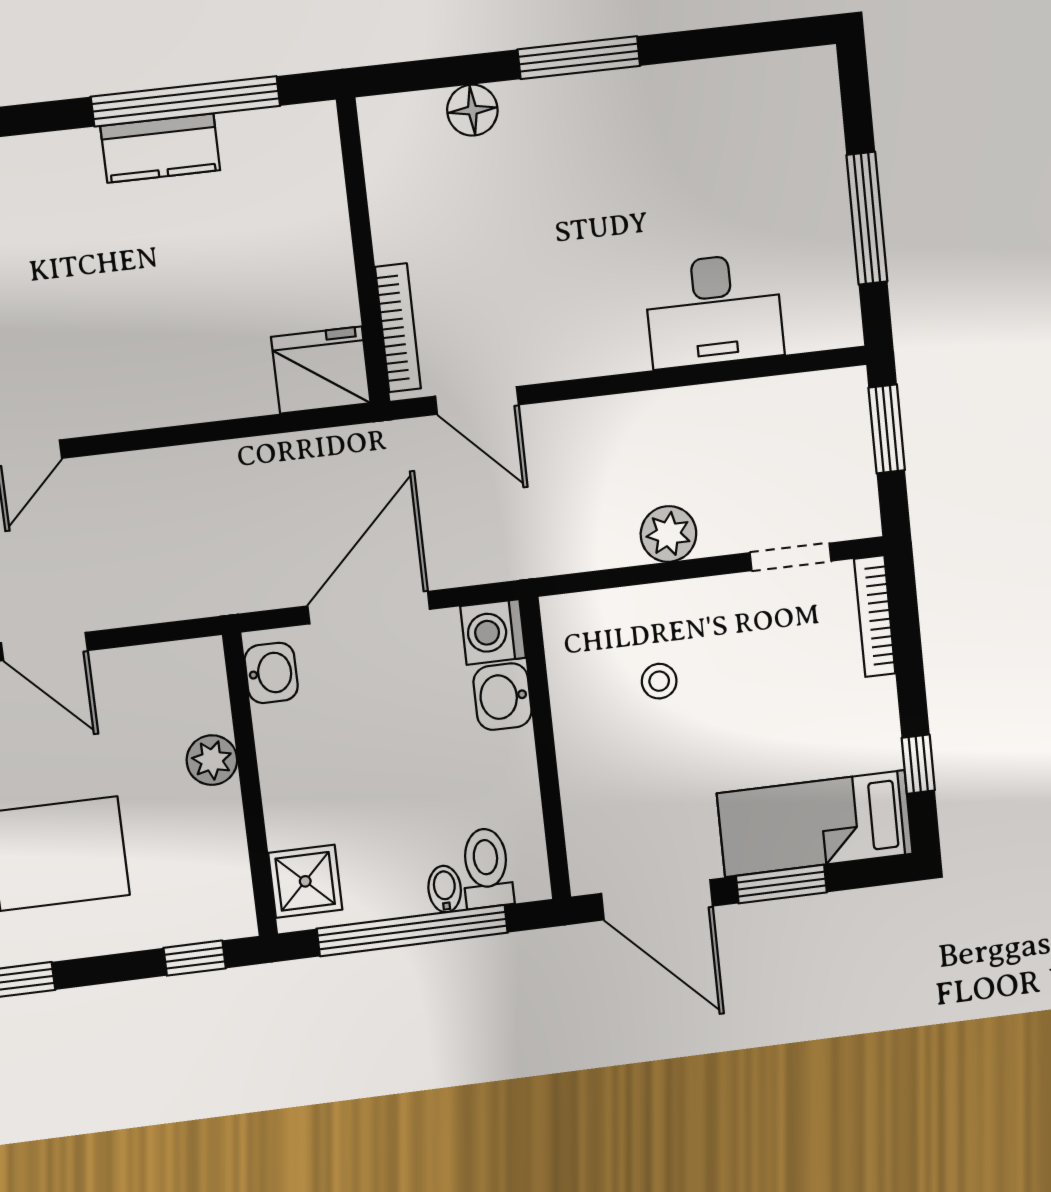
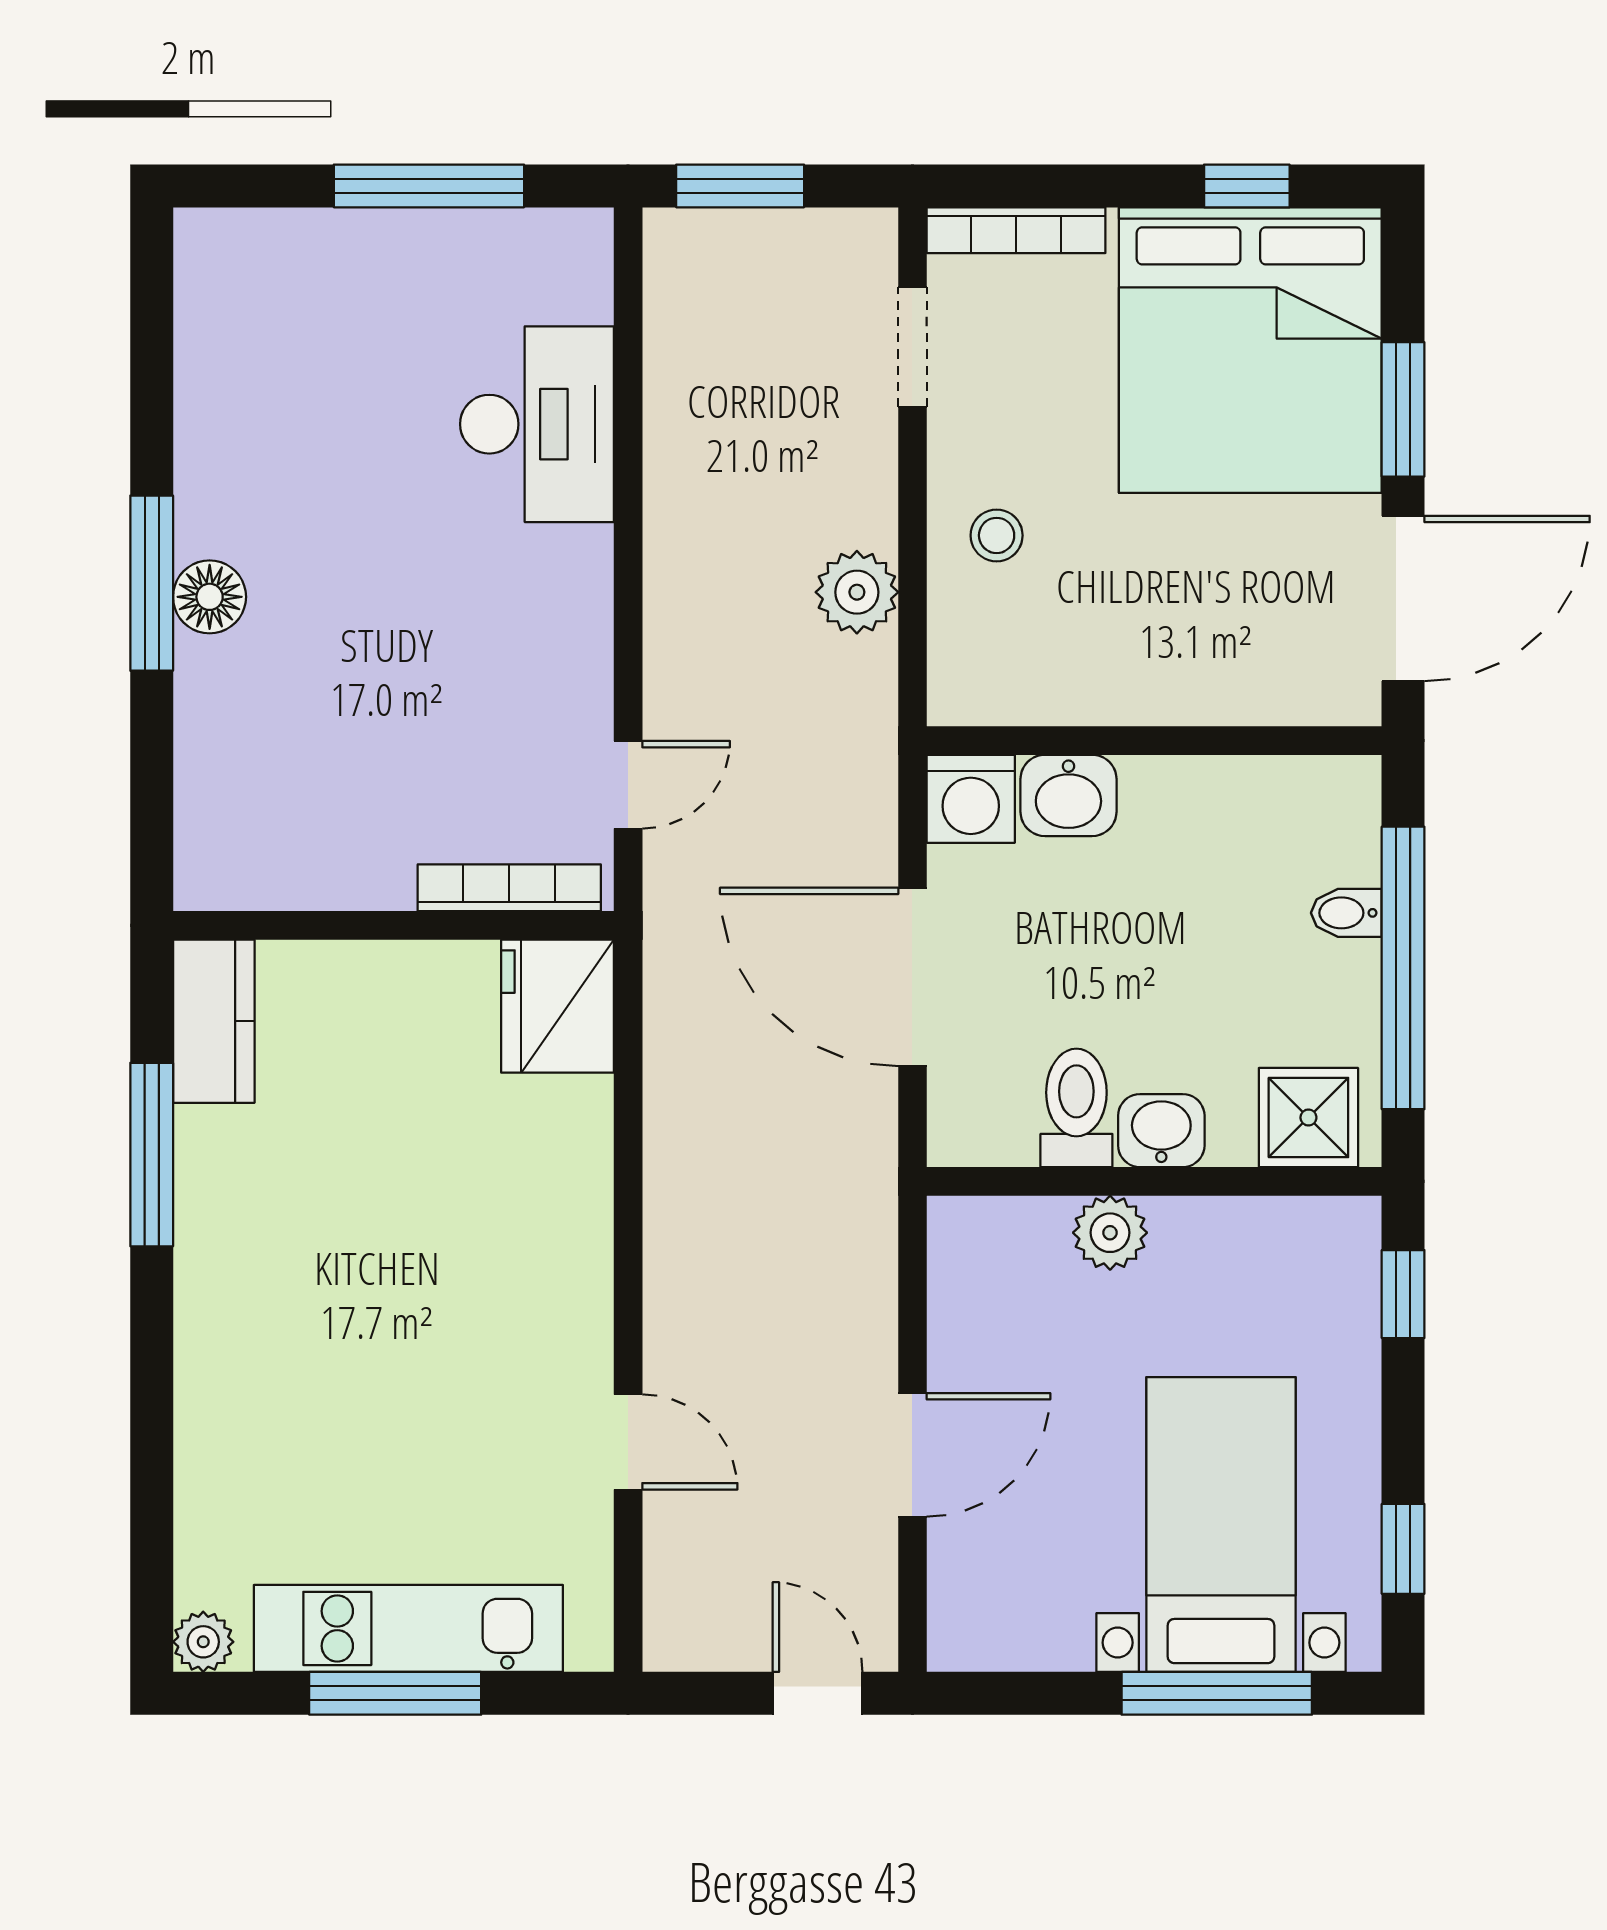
window: (185, 101) -> (152, 1155), width x0.68
floor lamp: (472, 110) -> (210, 597), moved
kitchen counter: (160, 148) -> (214, 1021), moved
door: (477, 401) -> (628, 785), width x0.73
plant: (668, 534) -> (857, 592), moved
washbasin: (271, 673) -> (1161, 1131), moved
stool: (659, 681) -> (997, 535), moved
bed: (815, 824) -> (1250, 350), width x2.04
toilet: (487, 868) -> (1076, 1108), moved, turned 90

